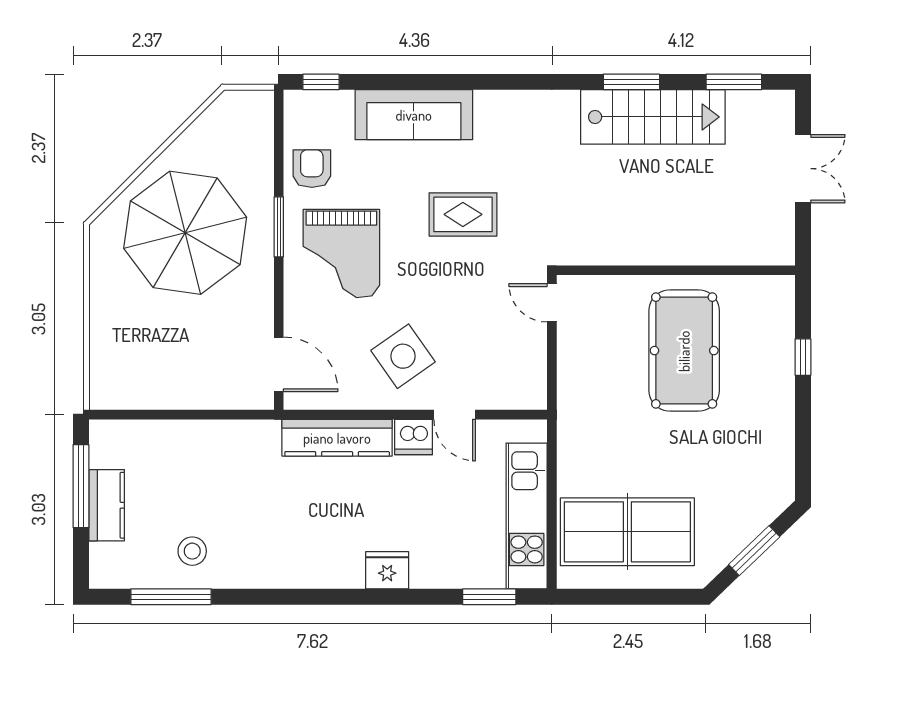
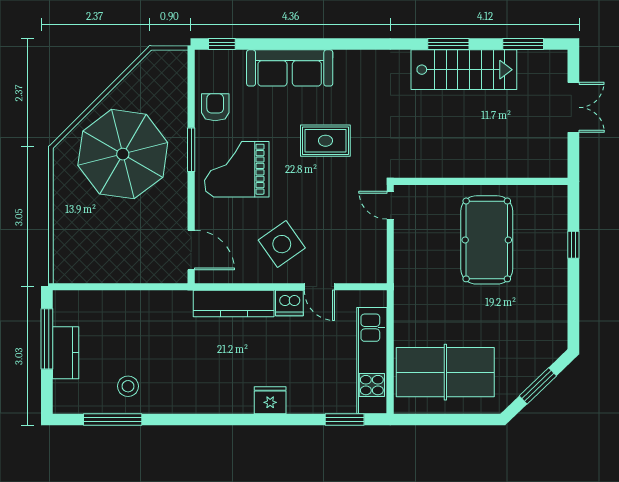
grand piano: (341, 253) -> (237, 169), turned 90

